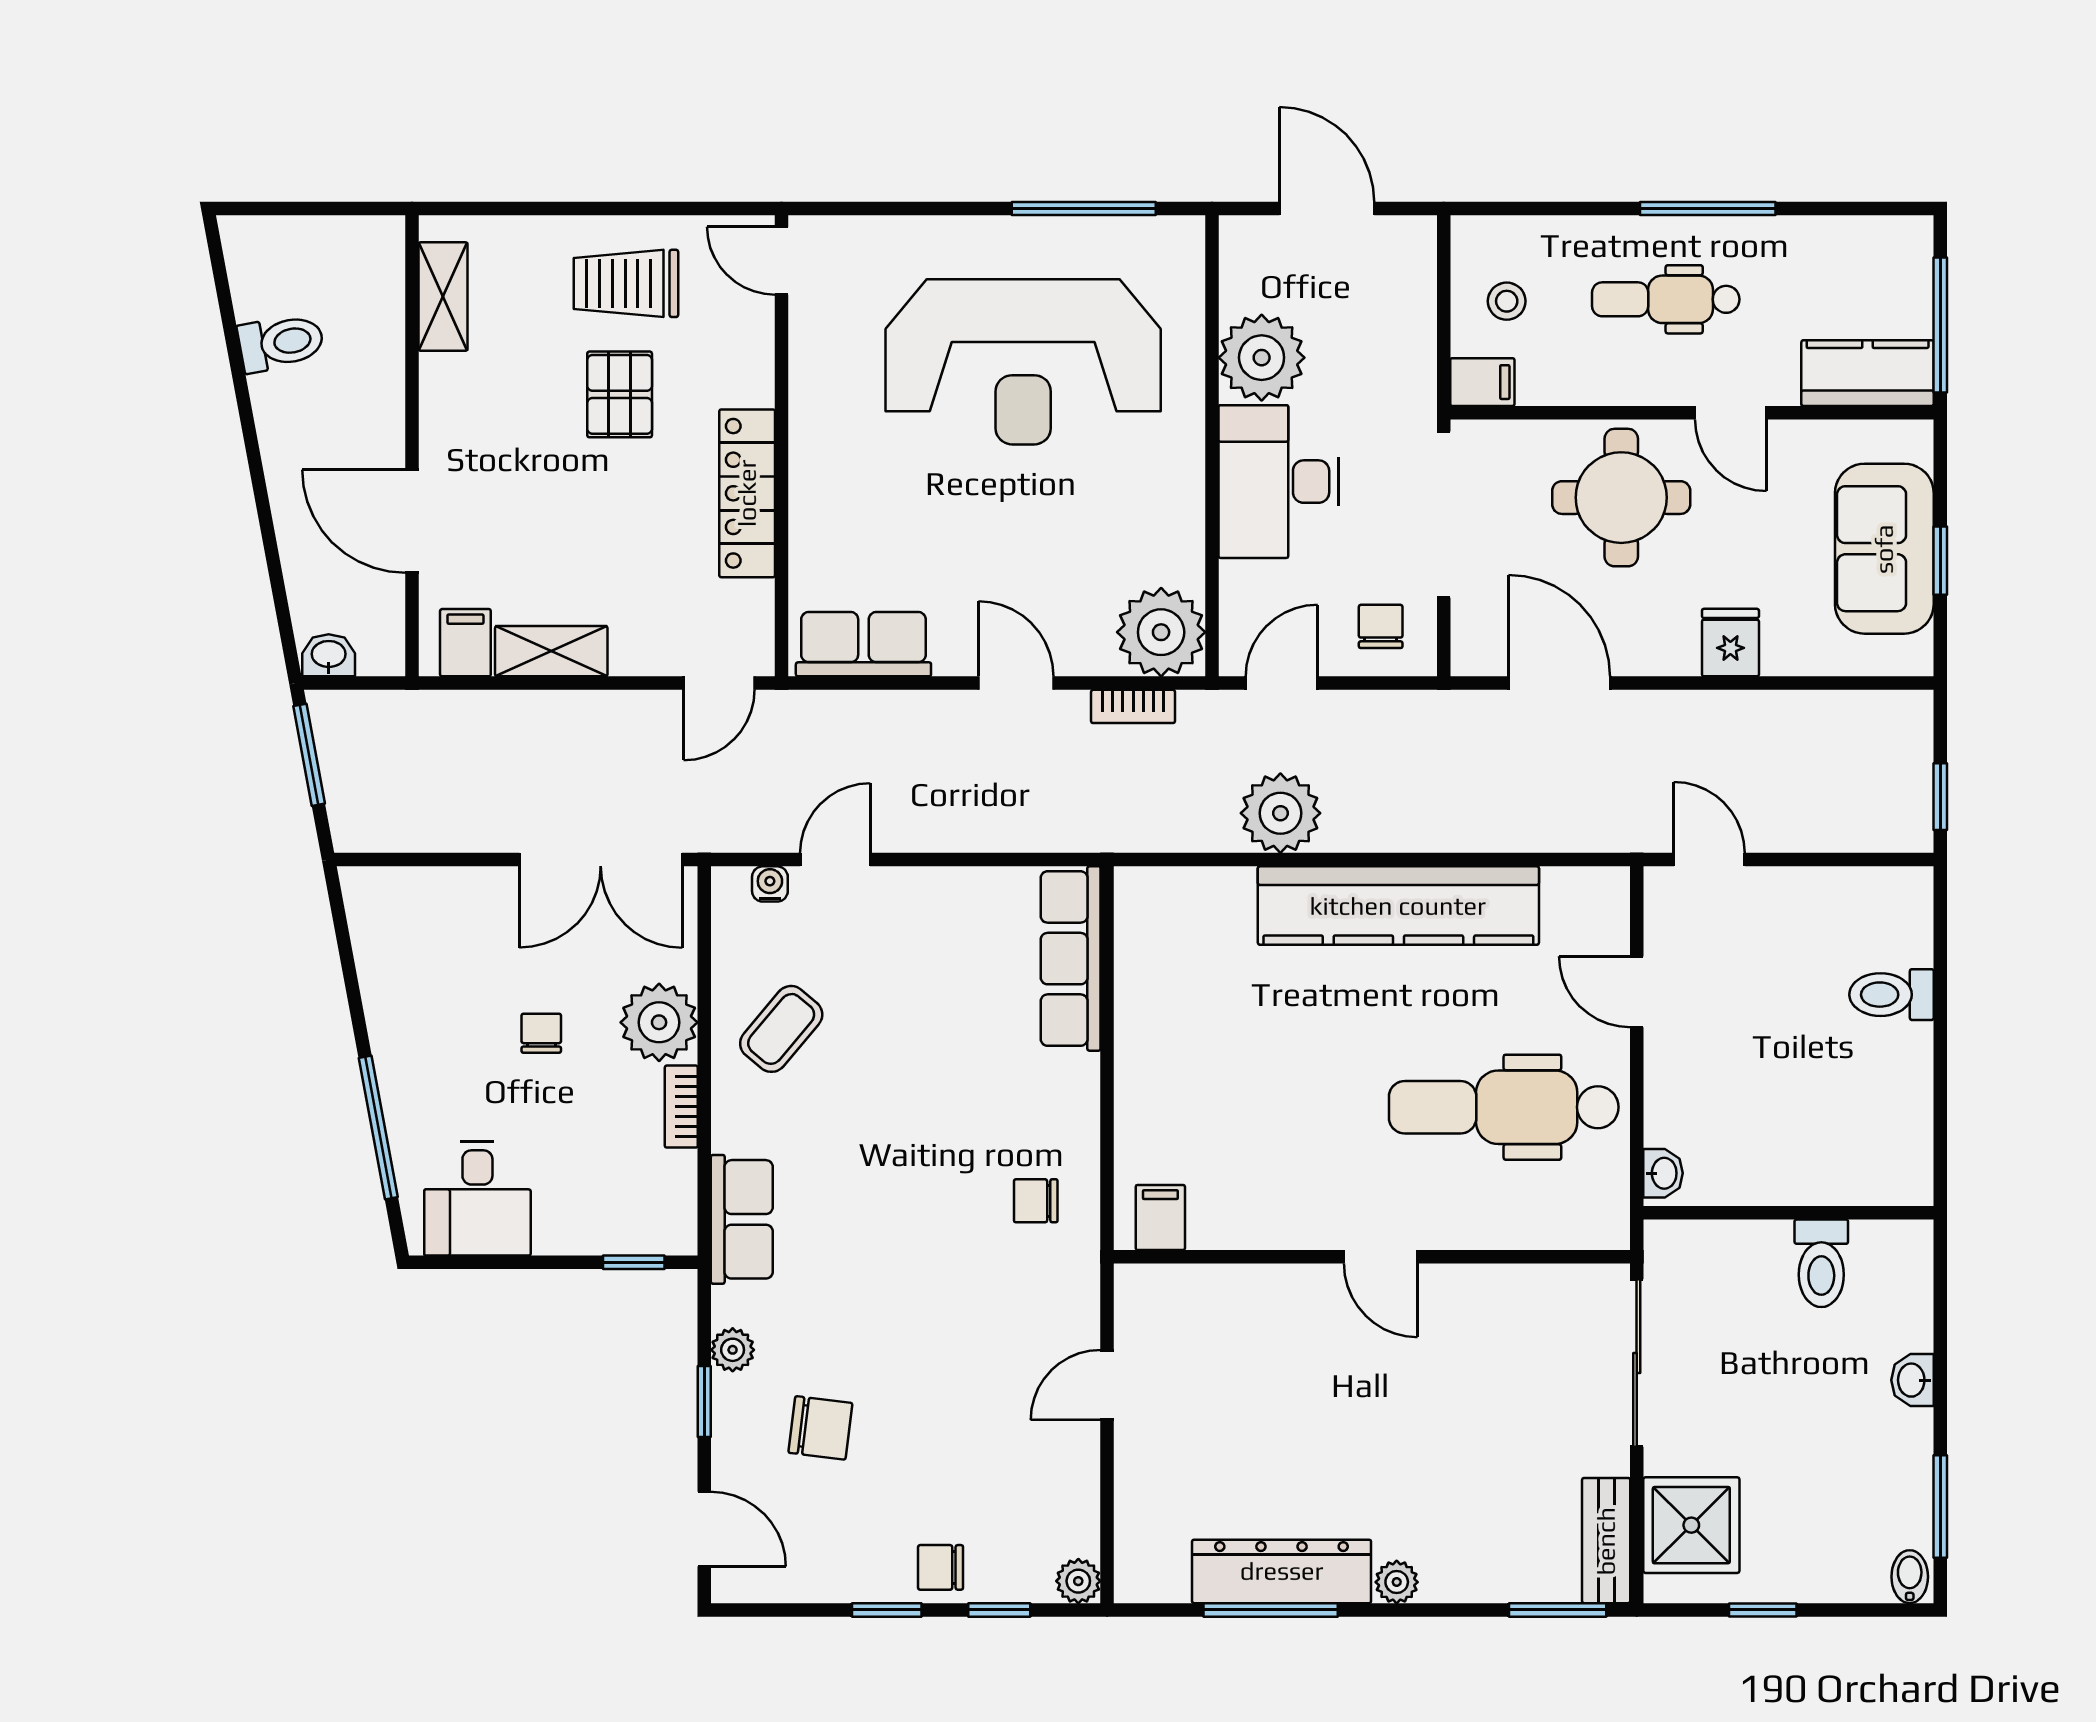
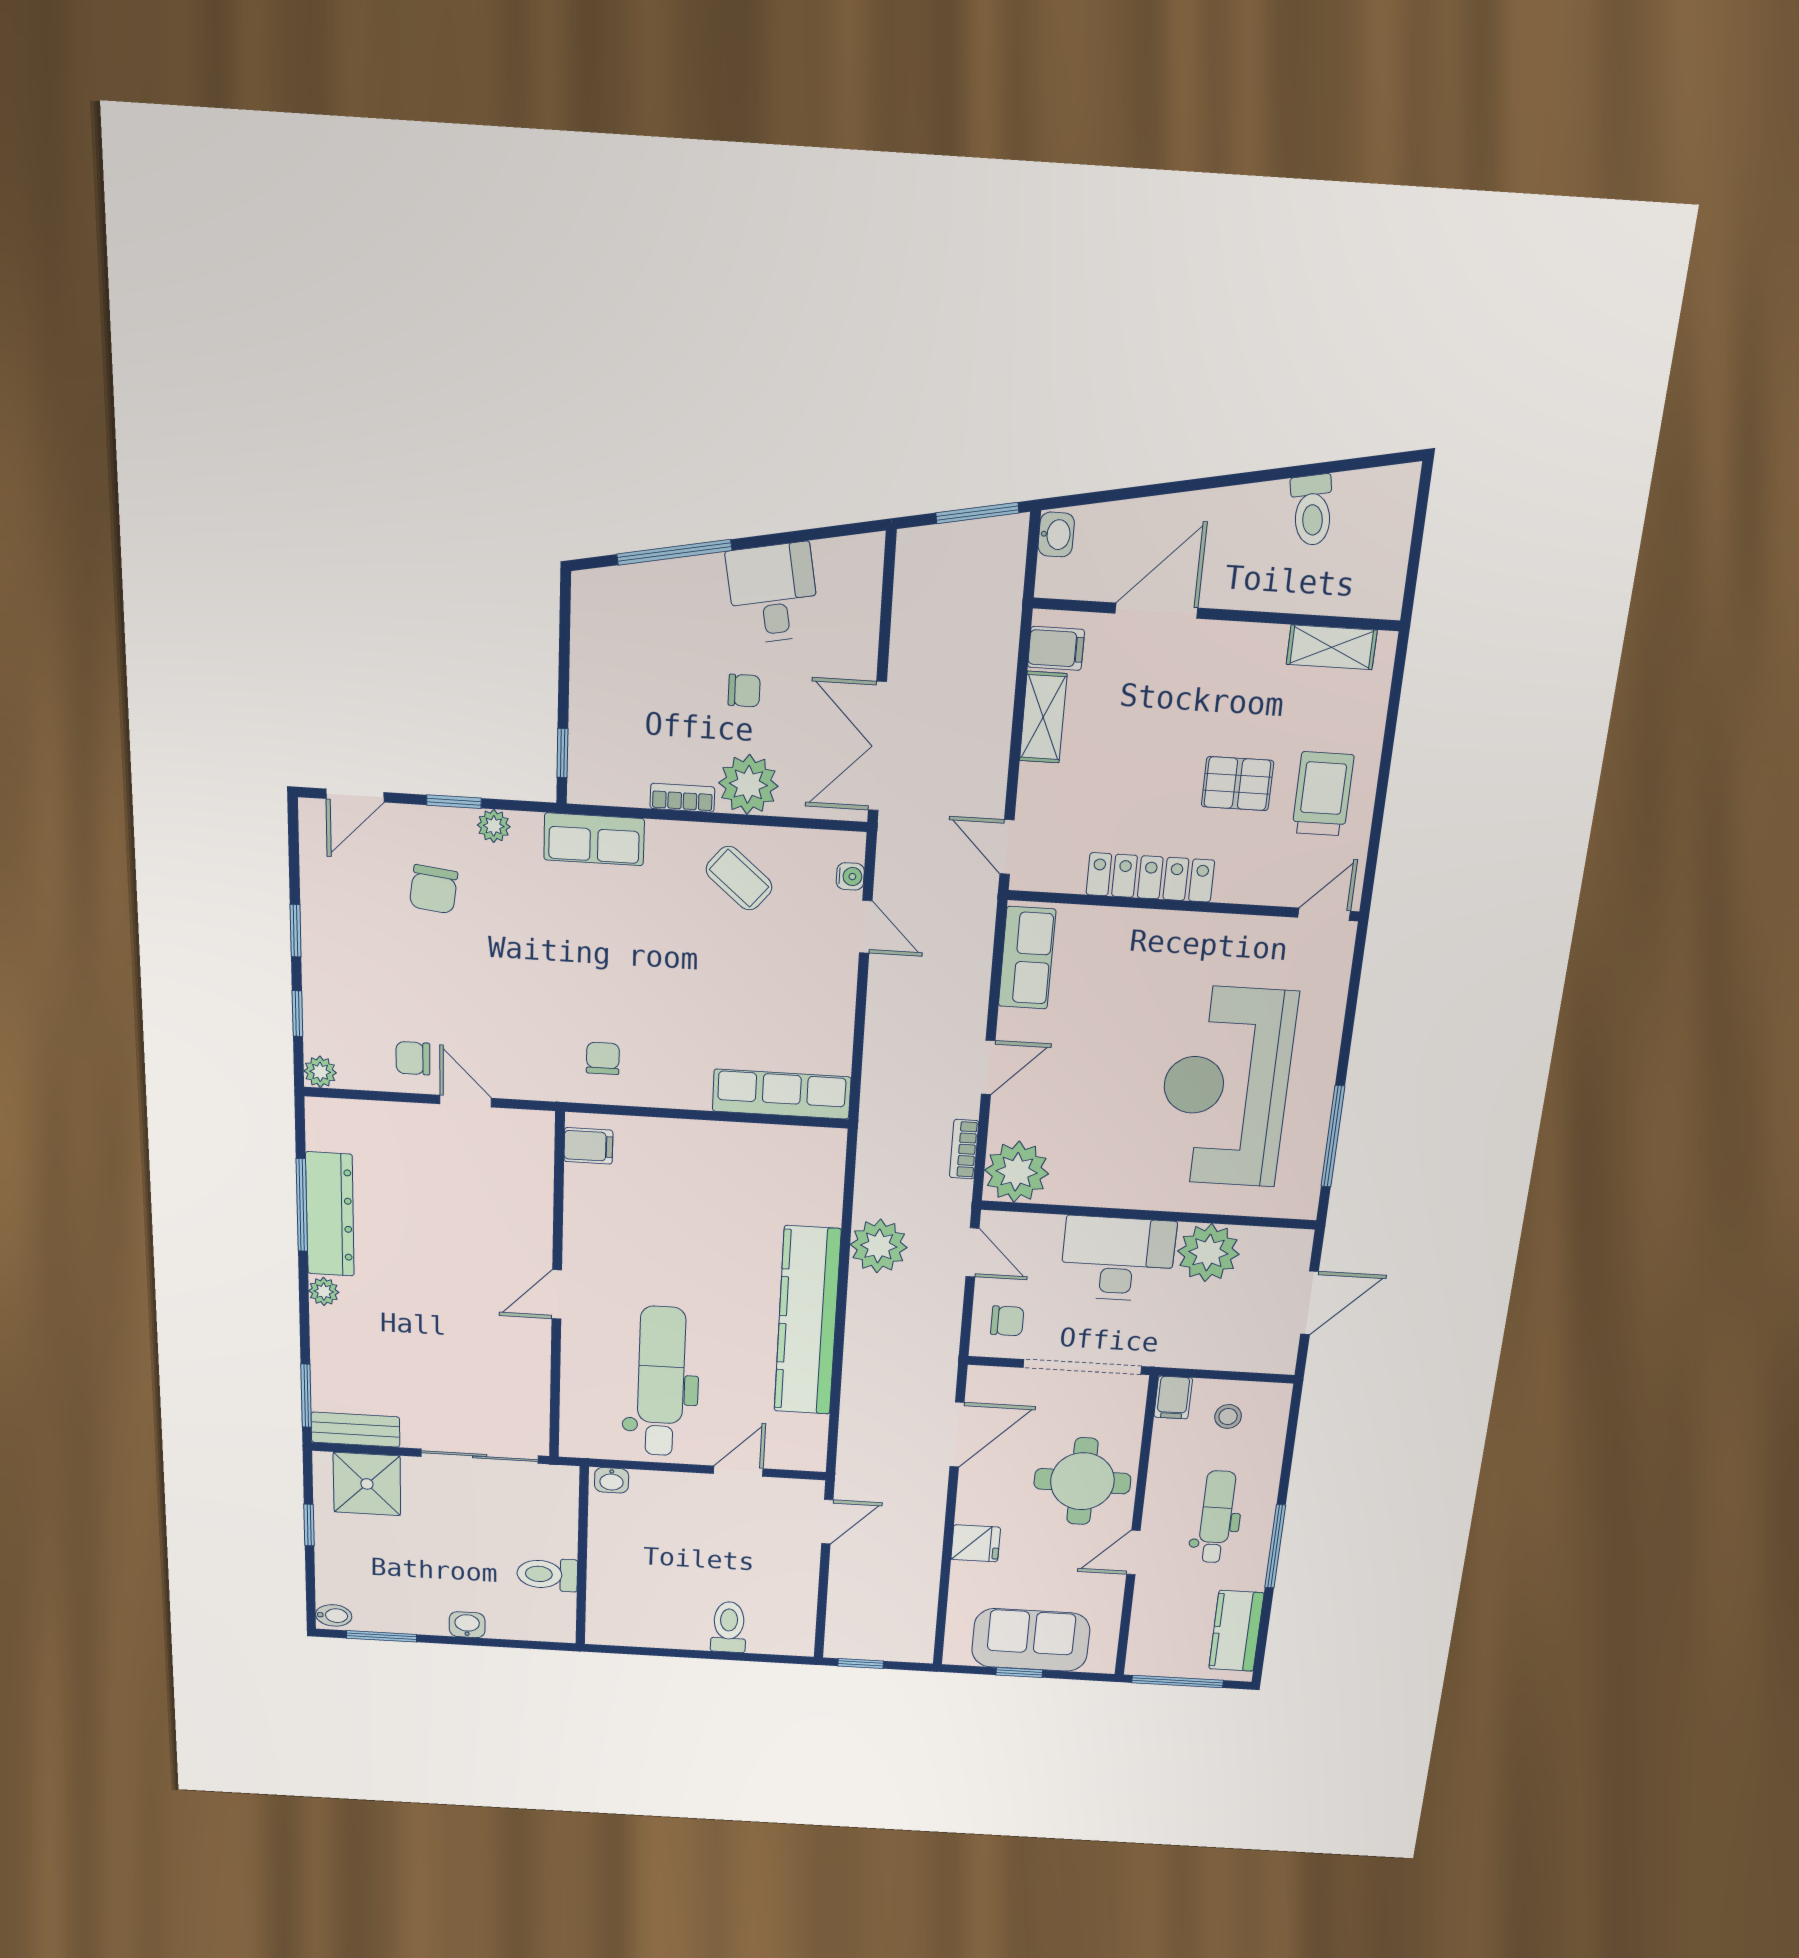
kitchen counter: (1868, 373) -> (1236, 1631), moved, turned 180
desk: (477, 1198) -> (773, 593), moved, turned 79
chair: (941, 1567) -> (413, 1058), moved, turned -90

